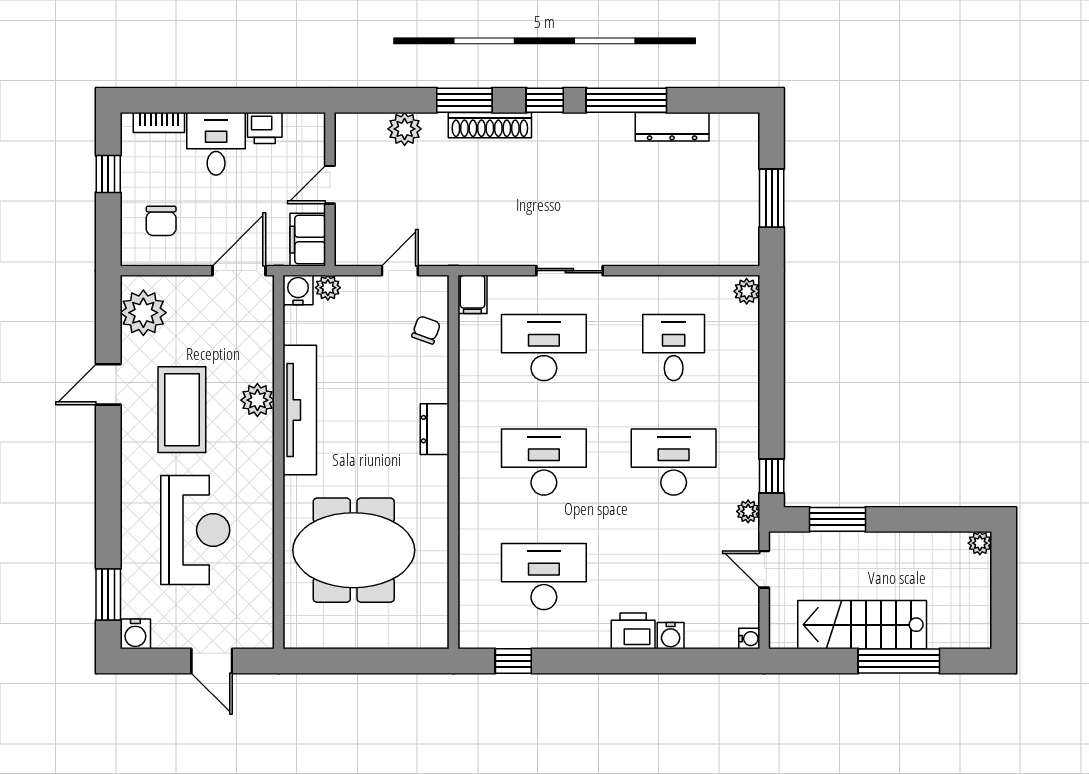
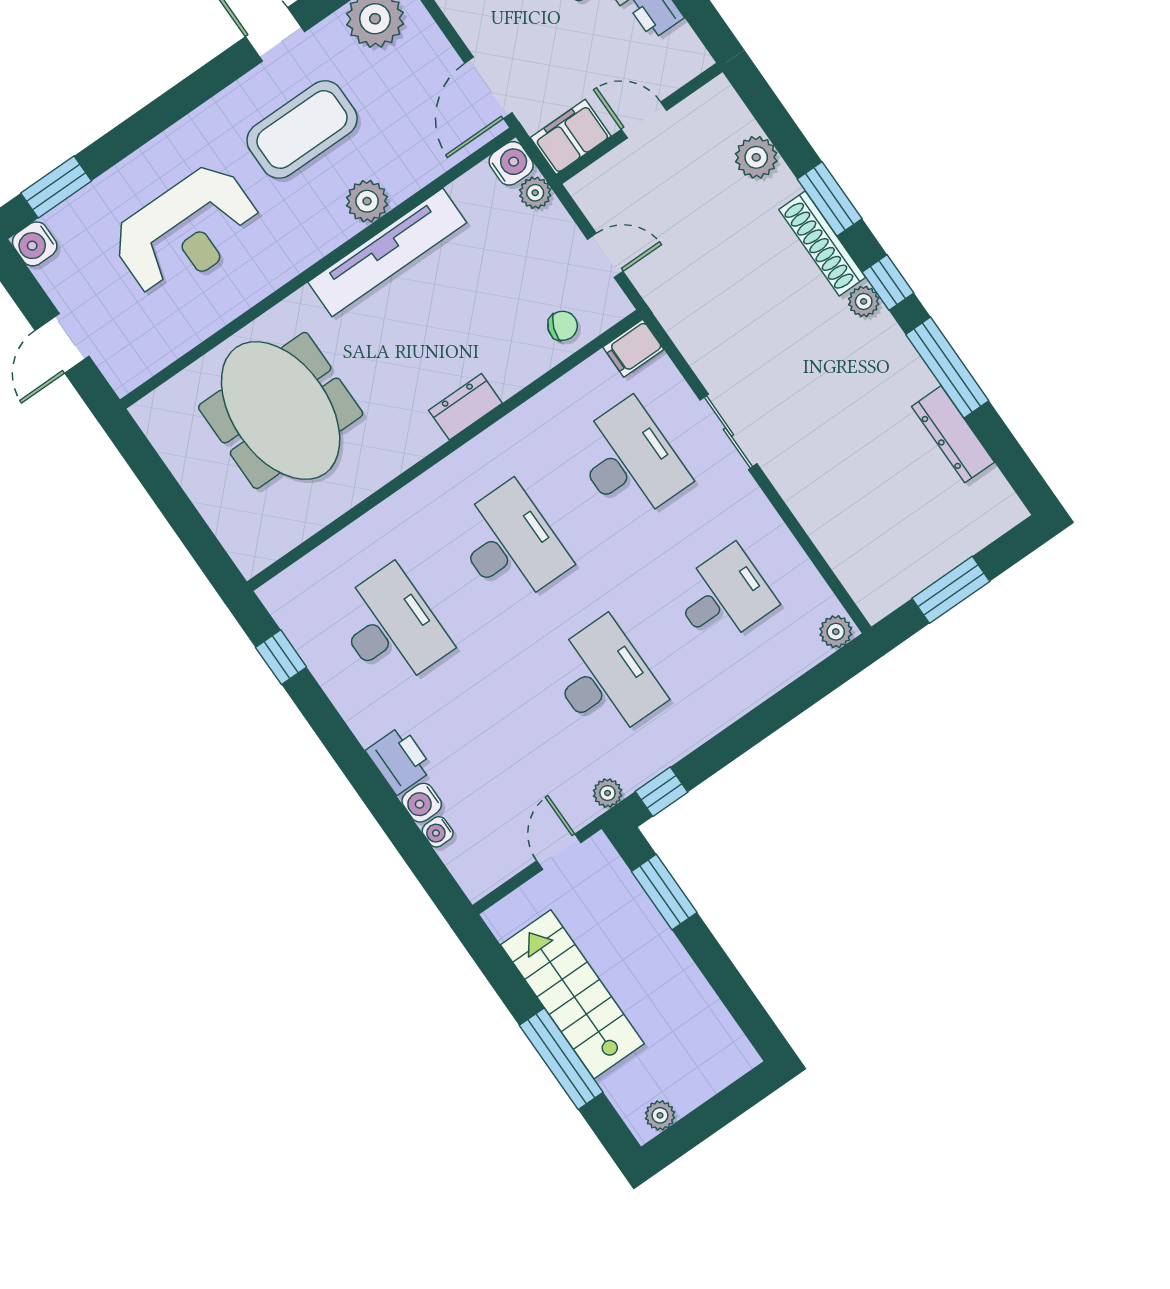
plant: (546, 124) -> (864, 301), added
door: (239, 271) -> (488, 88), swing flipped
plant: (980, 543) -> (660, 1115), moved
water cooler: (749, 639) -> (438, 832), moved, turned 90

